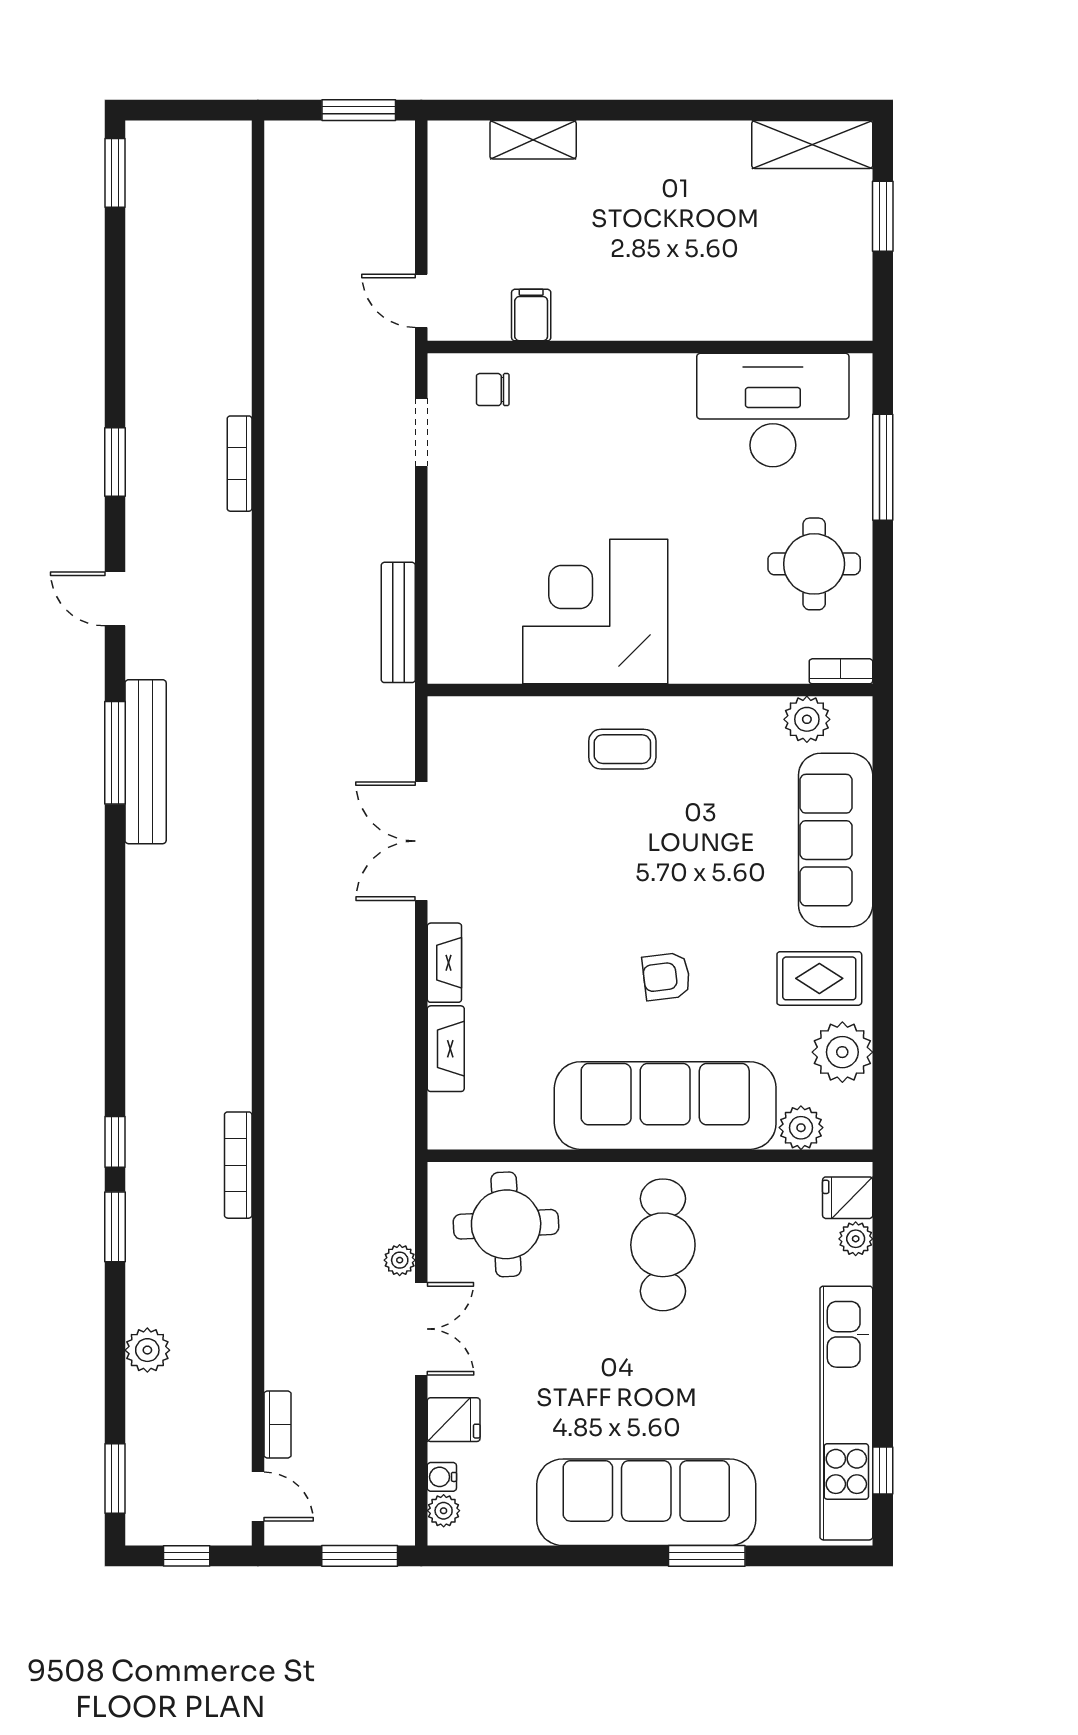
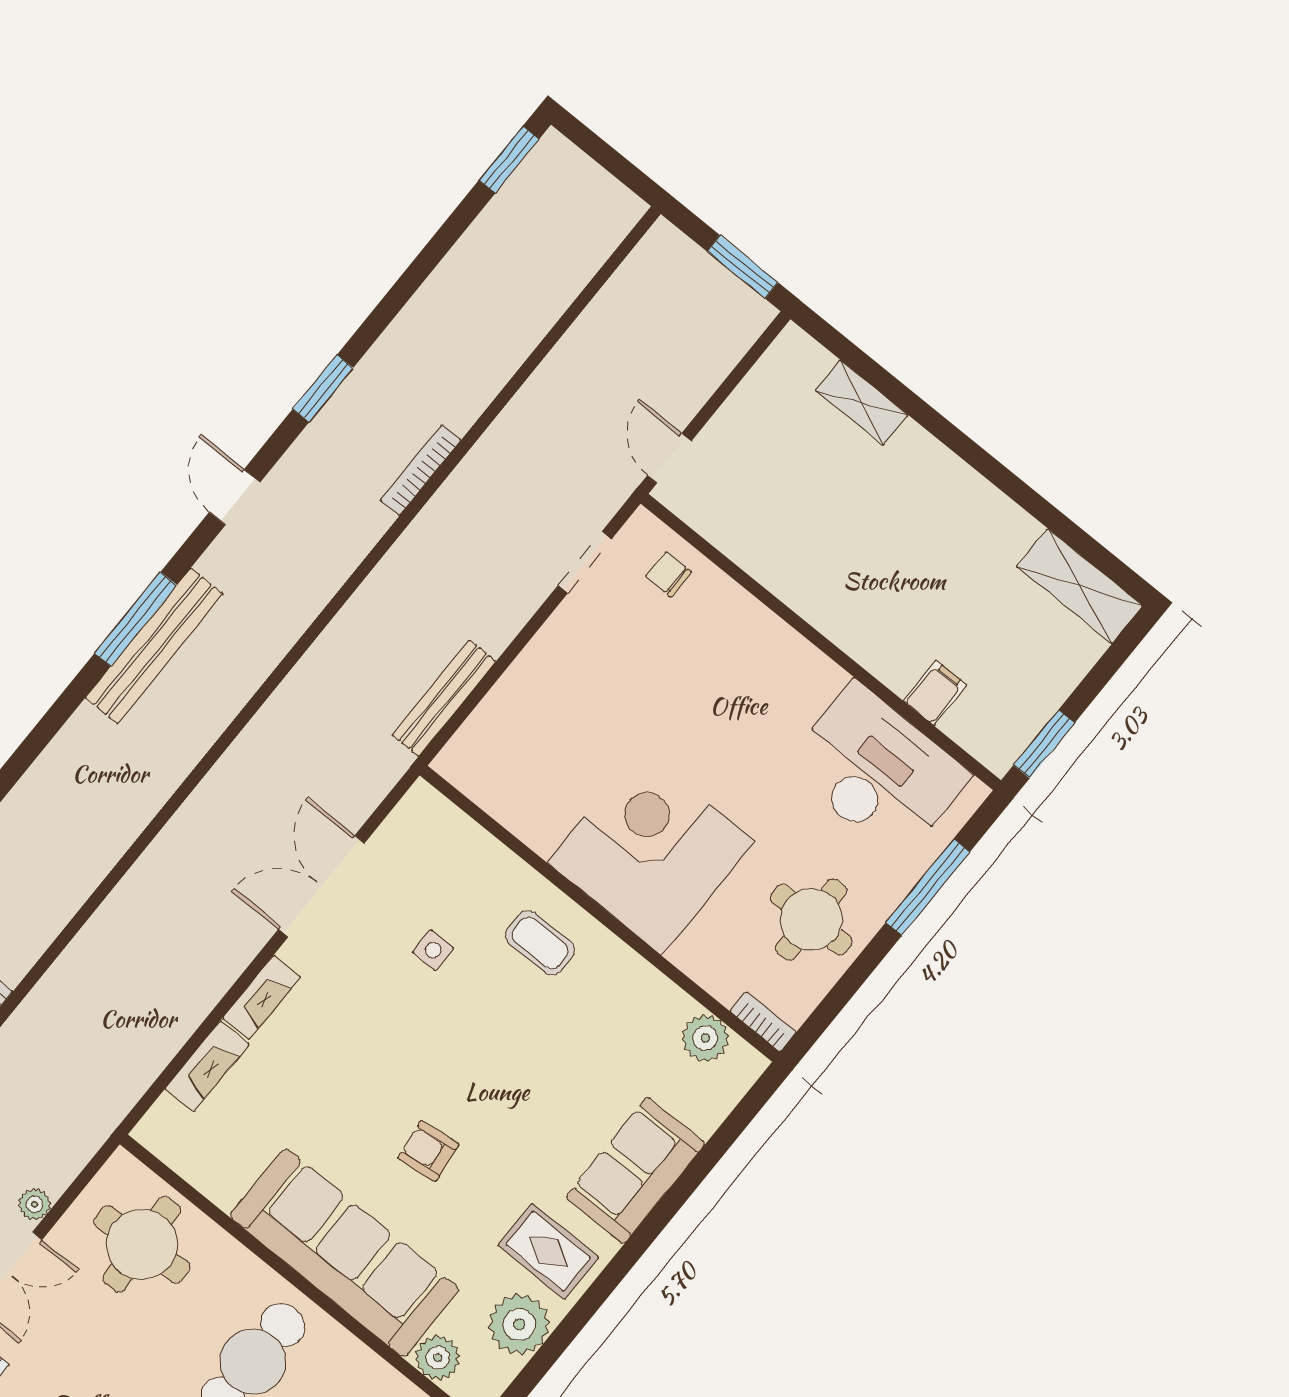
window: (883, 216) -> (1044, 744), moved
filing cabinet: (531, 315) -> (935, 693), moved
corner desk: (595, 612) -> (651, 852), moved
side table: (546, 821) -> (433, 950), added
sofa: (836, 840) -> (636, 1170), width x0.73

